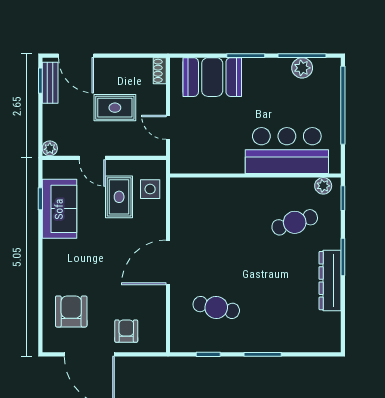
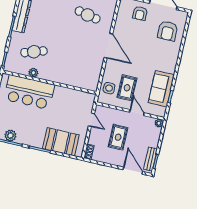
rug: (115, 108) -> (118, 137), turned 90
plant: (323, 186) -> (33, 73), moved
door: (168, 262) -> (108, 46), hinge flipped

